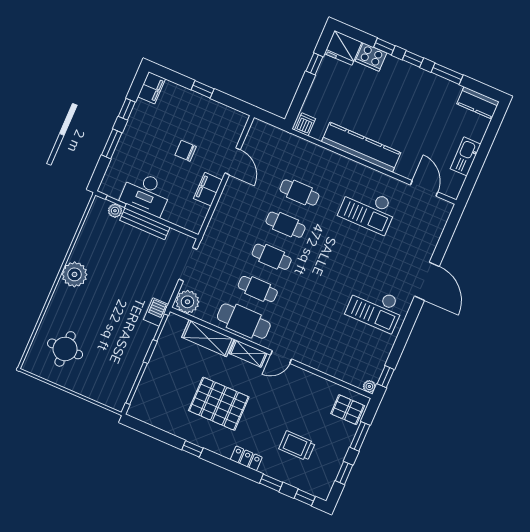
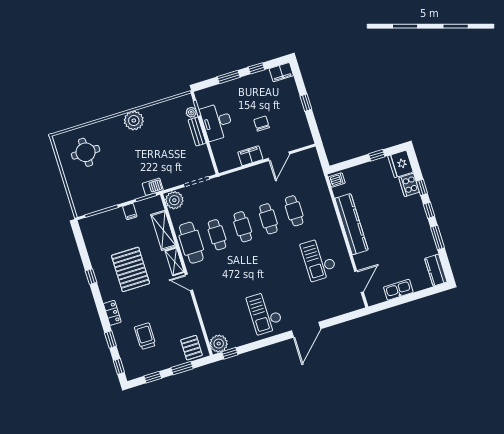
bench: (145, 224) -> (197, 131), width x0.73
filing cabinet: (161, 355) -> (130, 212), added
plant: (369, 386) -> (219, 344), width x1.88, depth x1.88

